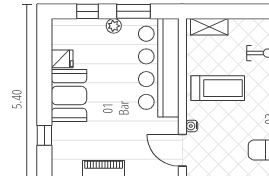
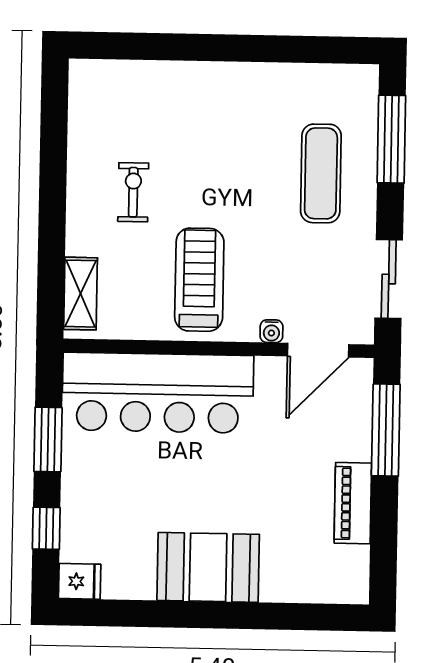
plant: (114, 26) -> (75, 478), removed
fridge: (62, 59) -> (80, 581), moved, turned 90
window: (44, 135) -> (284, 616), removed

